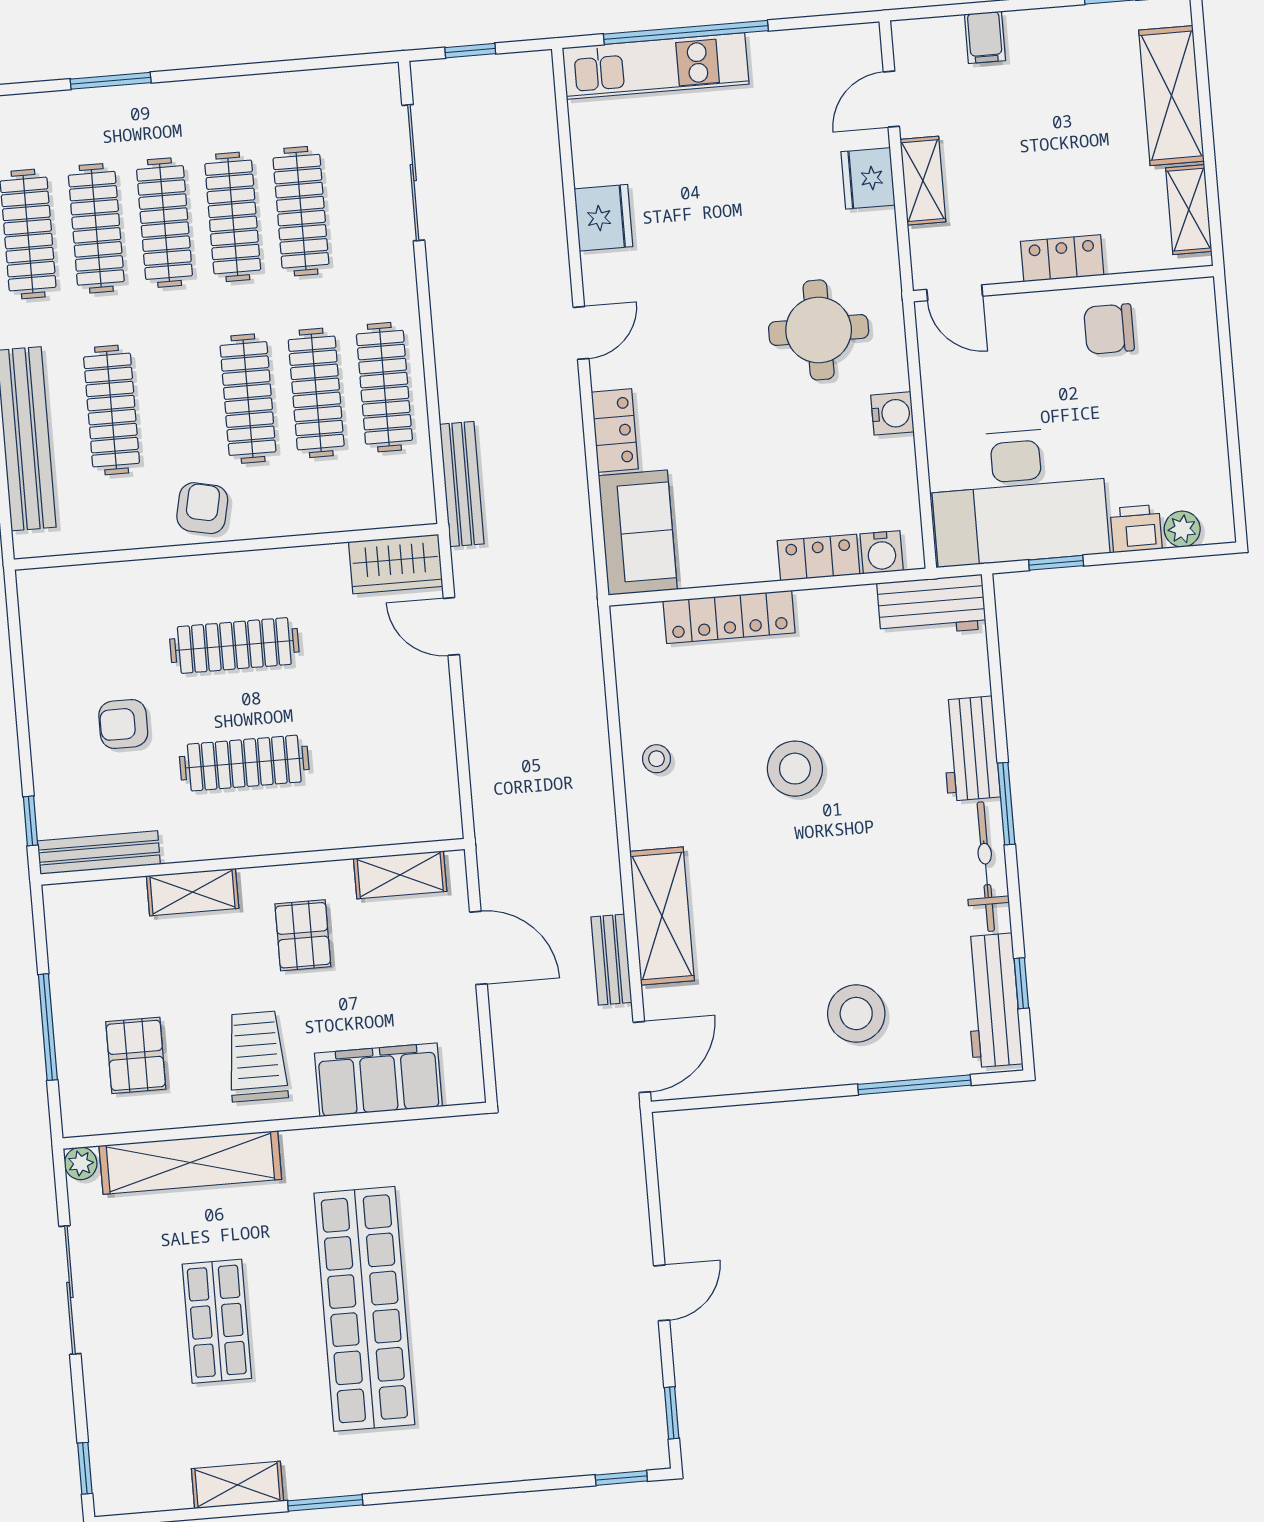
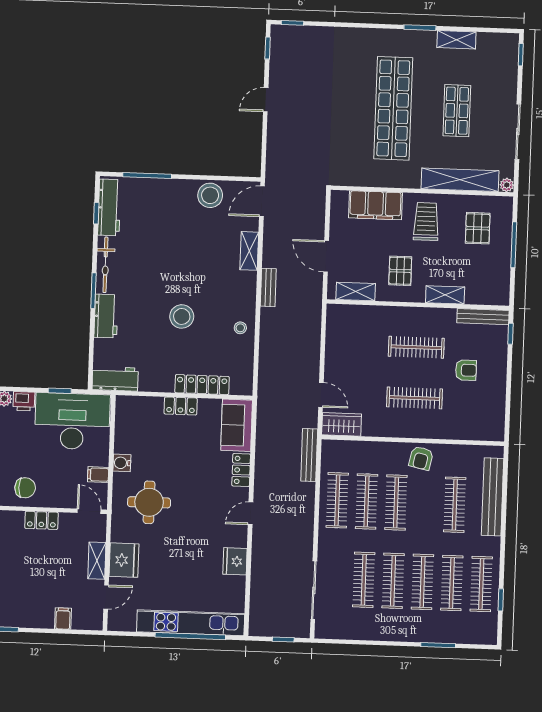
kitchen unit: (656, 66) -> (191, 623), width x1.36
fridge: (868, 178) -> (124, 560), width x1.36, depth x1.34
filing cabinet: (944, 380) -> (98, 475), added
water cooler: (882, 552) -> (134, 404), removed
locker: (819, 557) -> (181, 406), moved
shelving: (662, 916) -> (249, 251), width x0.67, depth x0.75
bench: (612, 960) -> (268, 287), moved
stool: (856, 1014) -> (210, 195), moved
trolley: (257, 1056) -> (426, 222), turned 180

